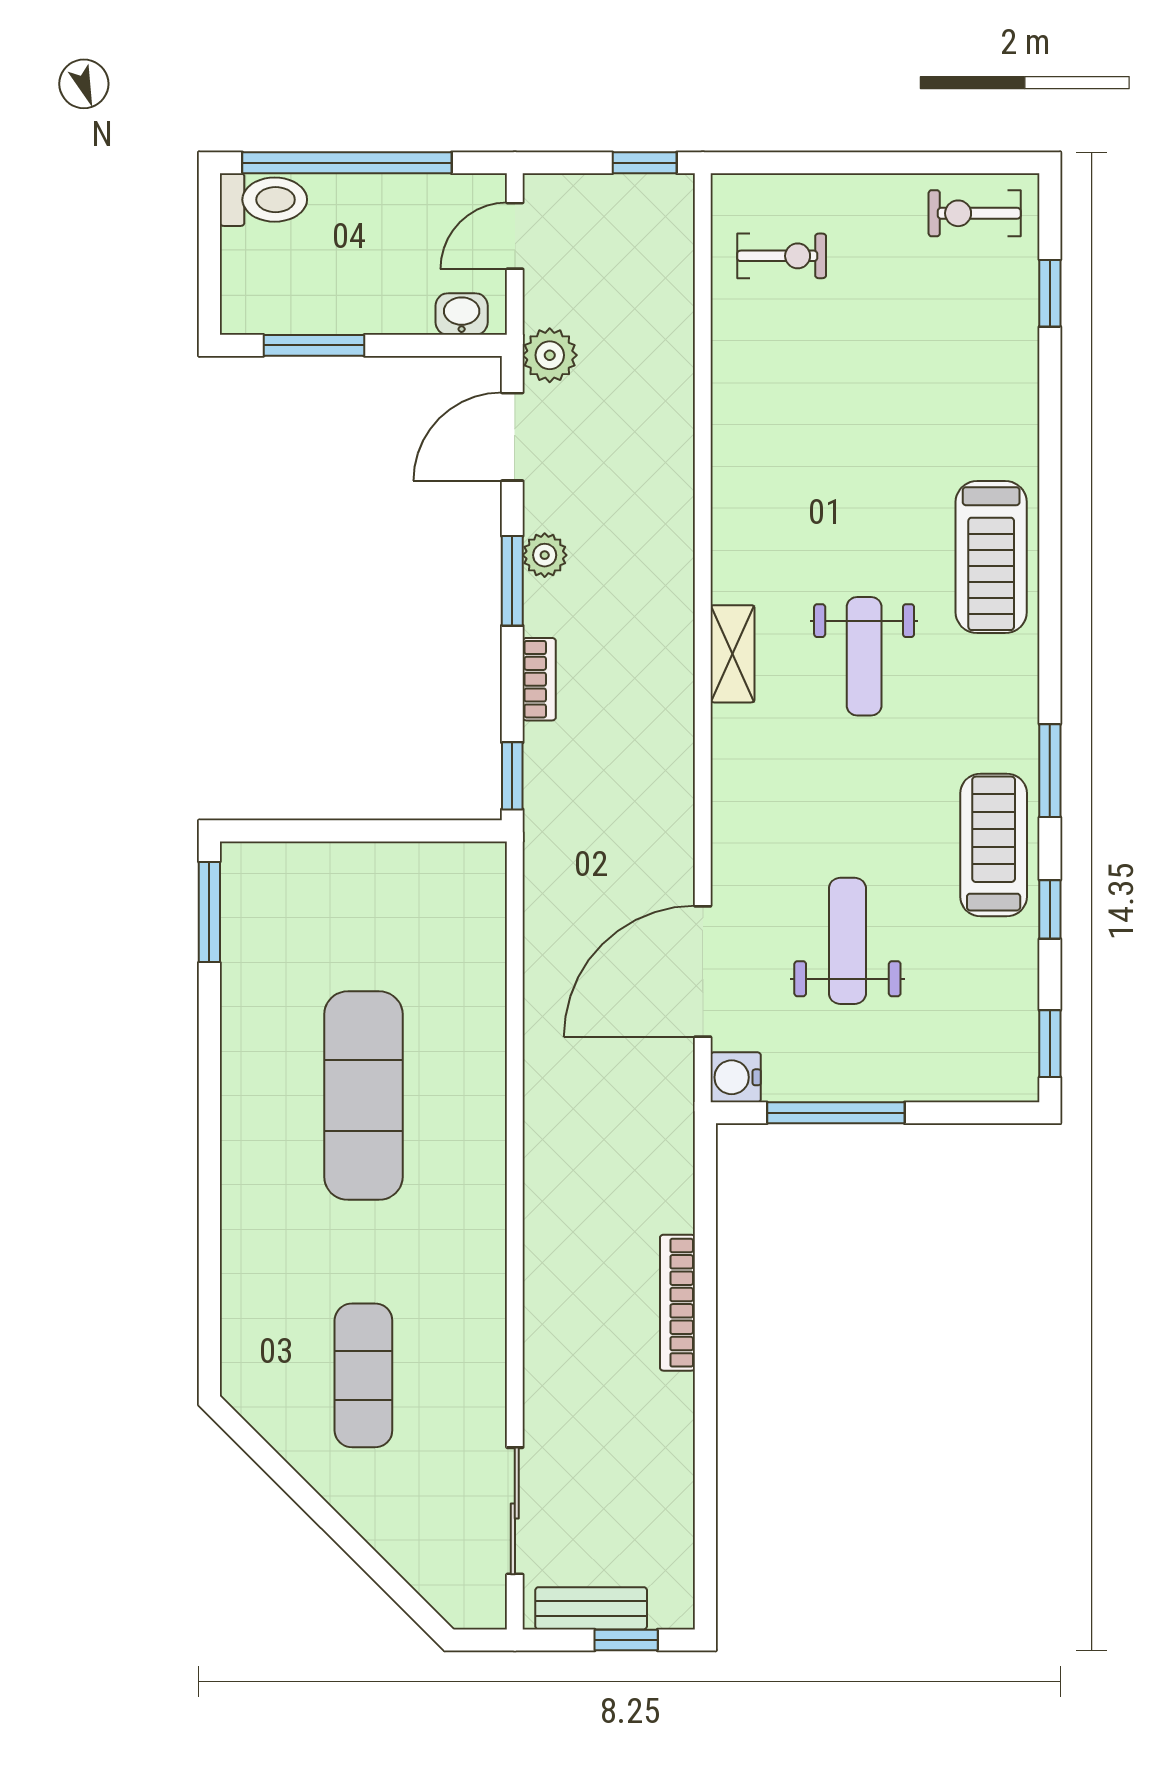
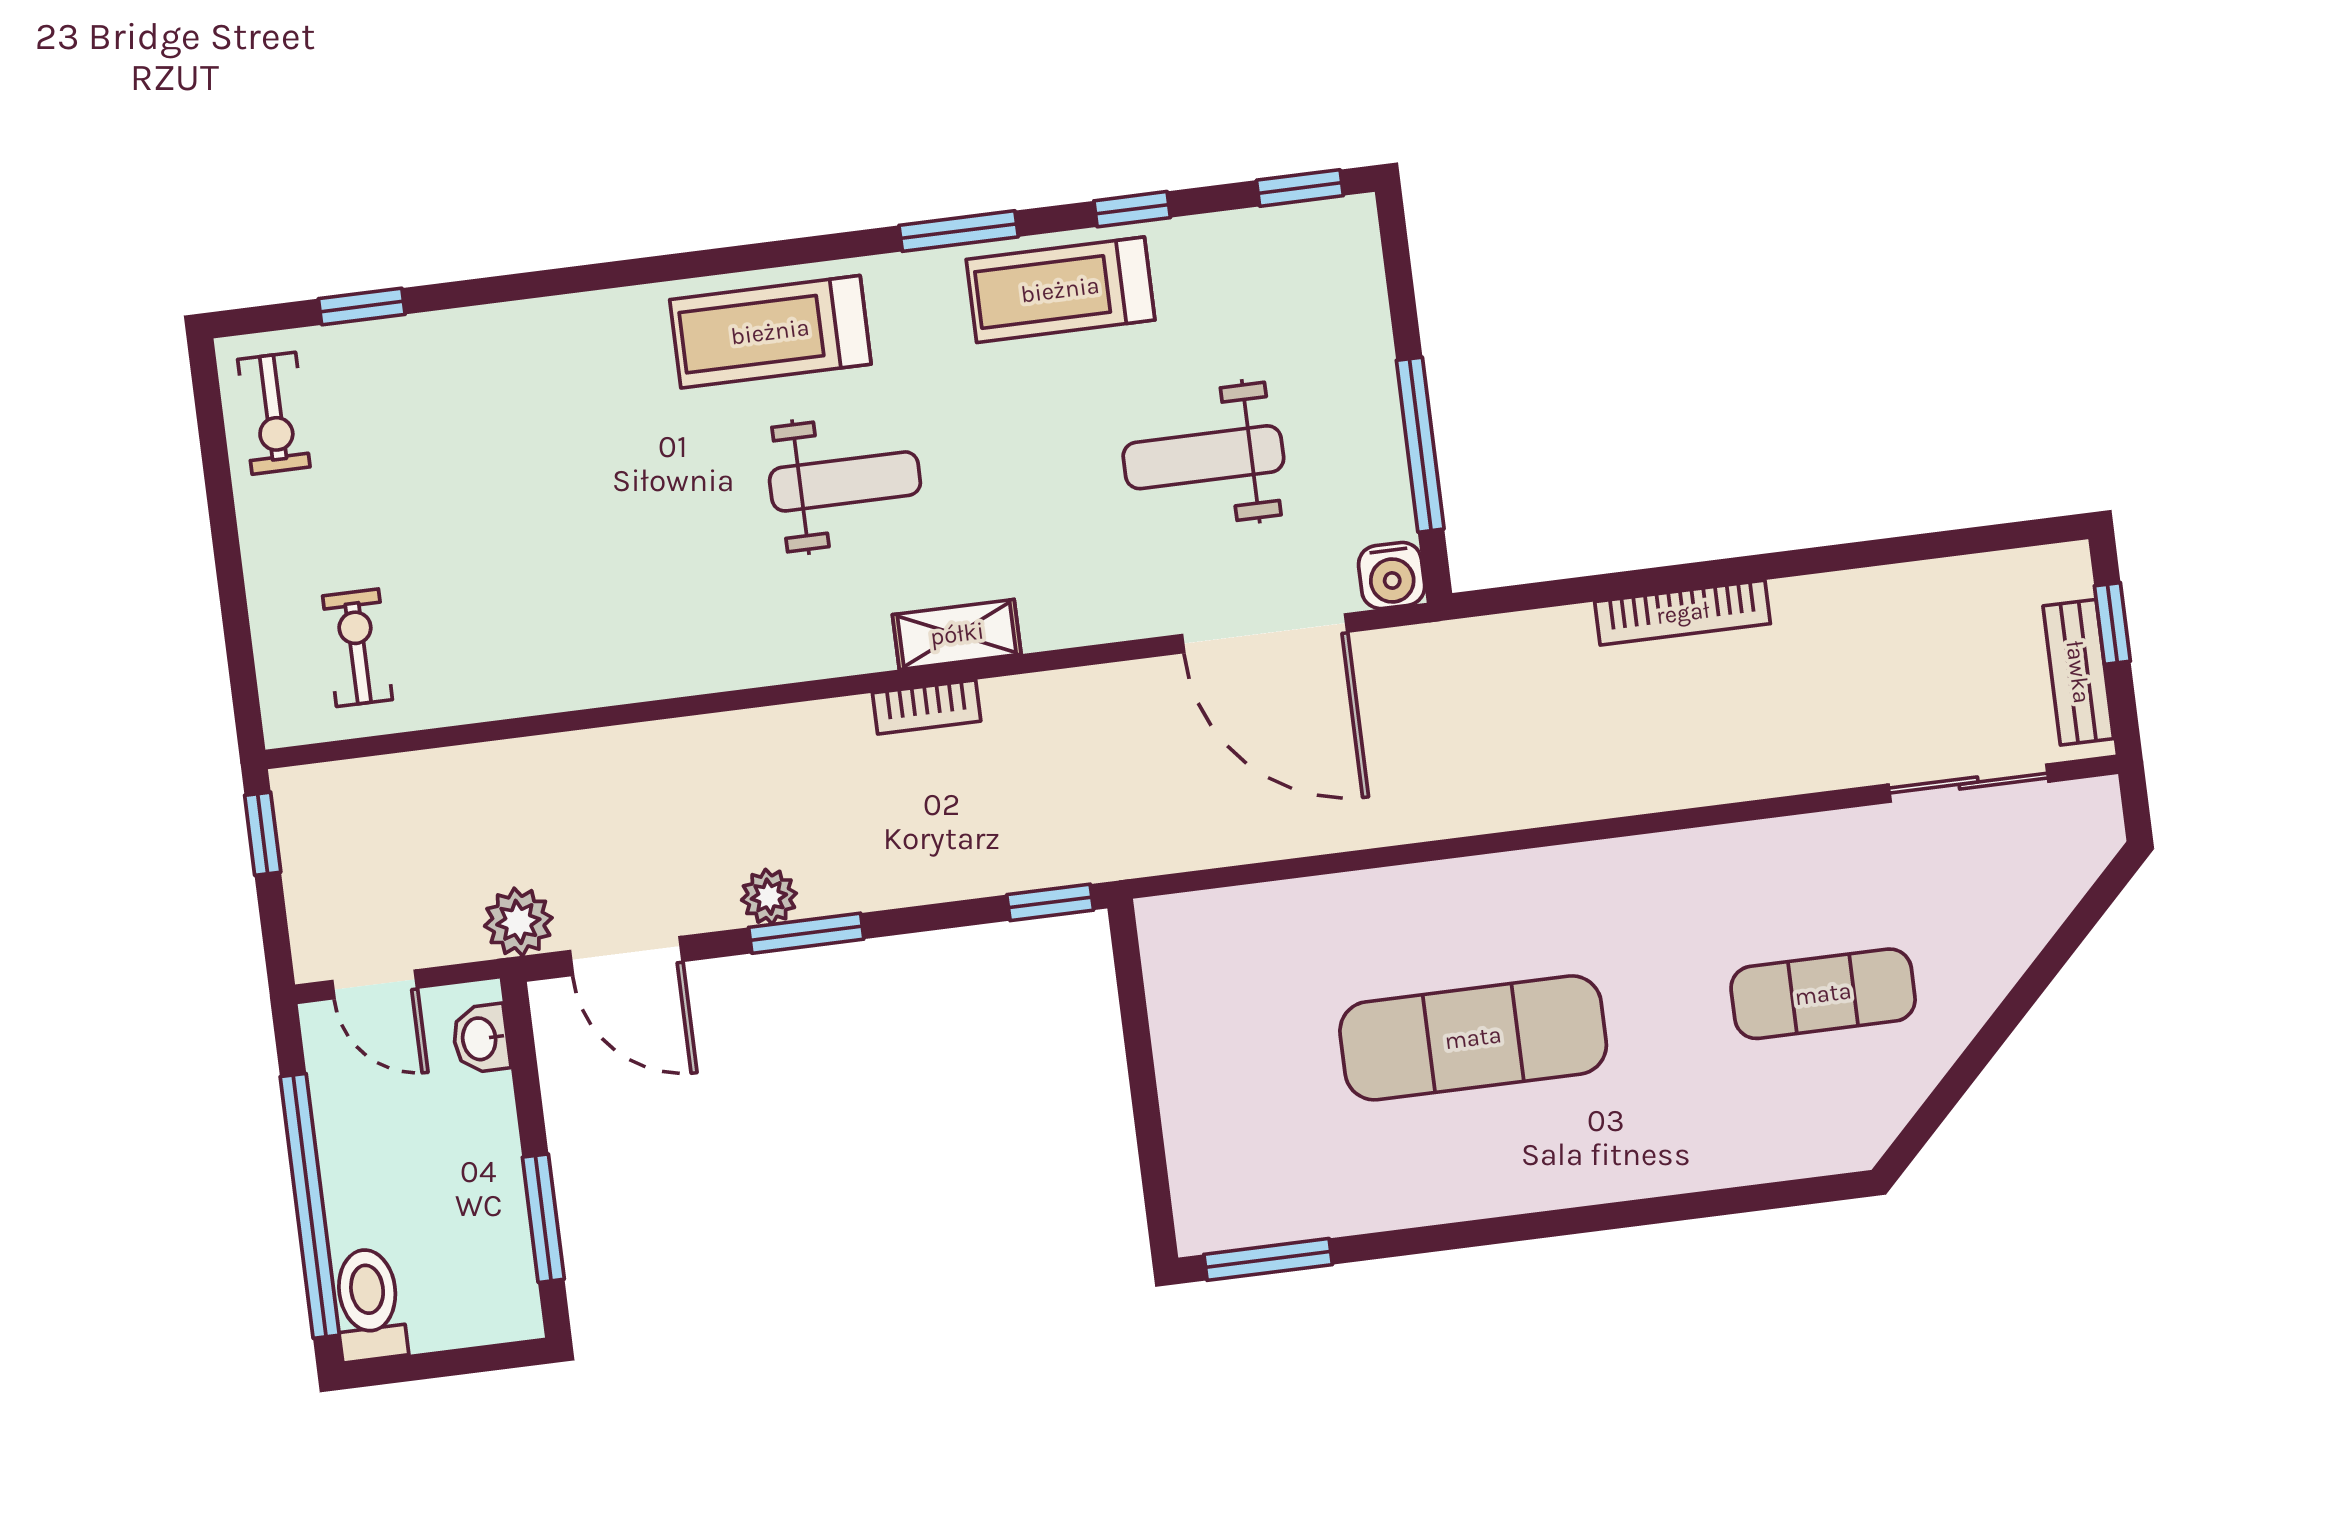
treadmill: (991, 557) -> (770, 332), moved, turned 180
shelving: (733, 654) -> (957, 634), moved
bookcase: (539, 679) -> (927, 707), moved, turned 180

